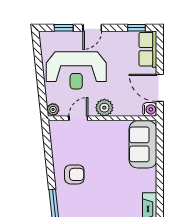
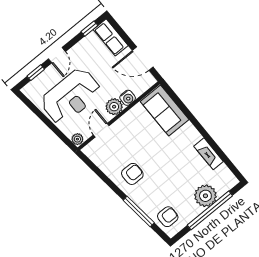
water cooler: (150, 109) -> (128, 98), moved, turned 90

